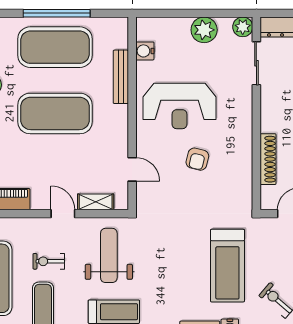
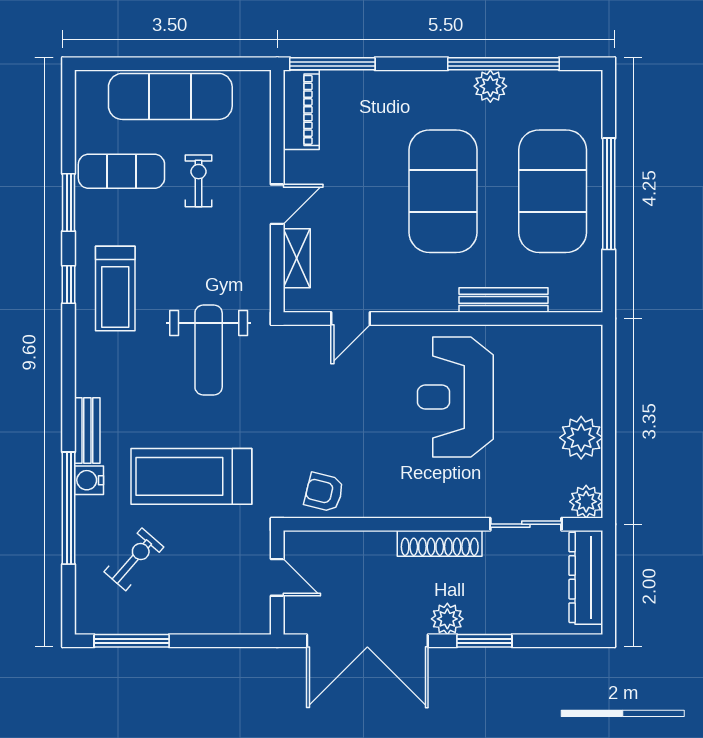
water cooler: (145, 51) -> (546, 340), removed
armchair: (197, 159) -> (324, 492), moved
shoe rack: (268, 159) -> (440, 543), moved
weight bench: (109, 255) -> (209, 350), moved, turned 90

